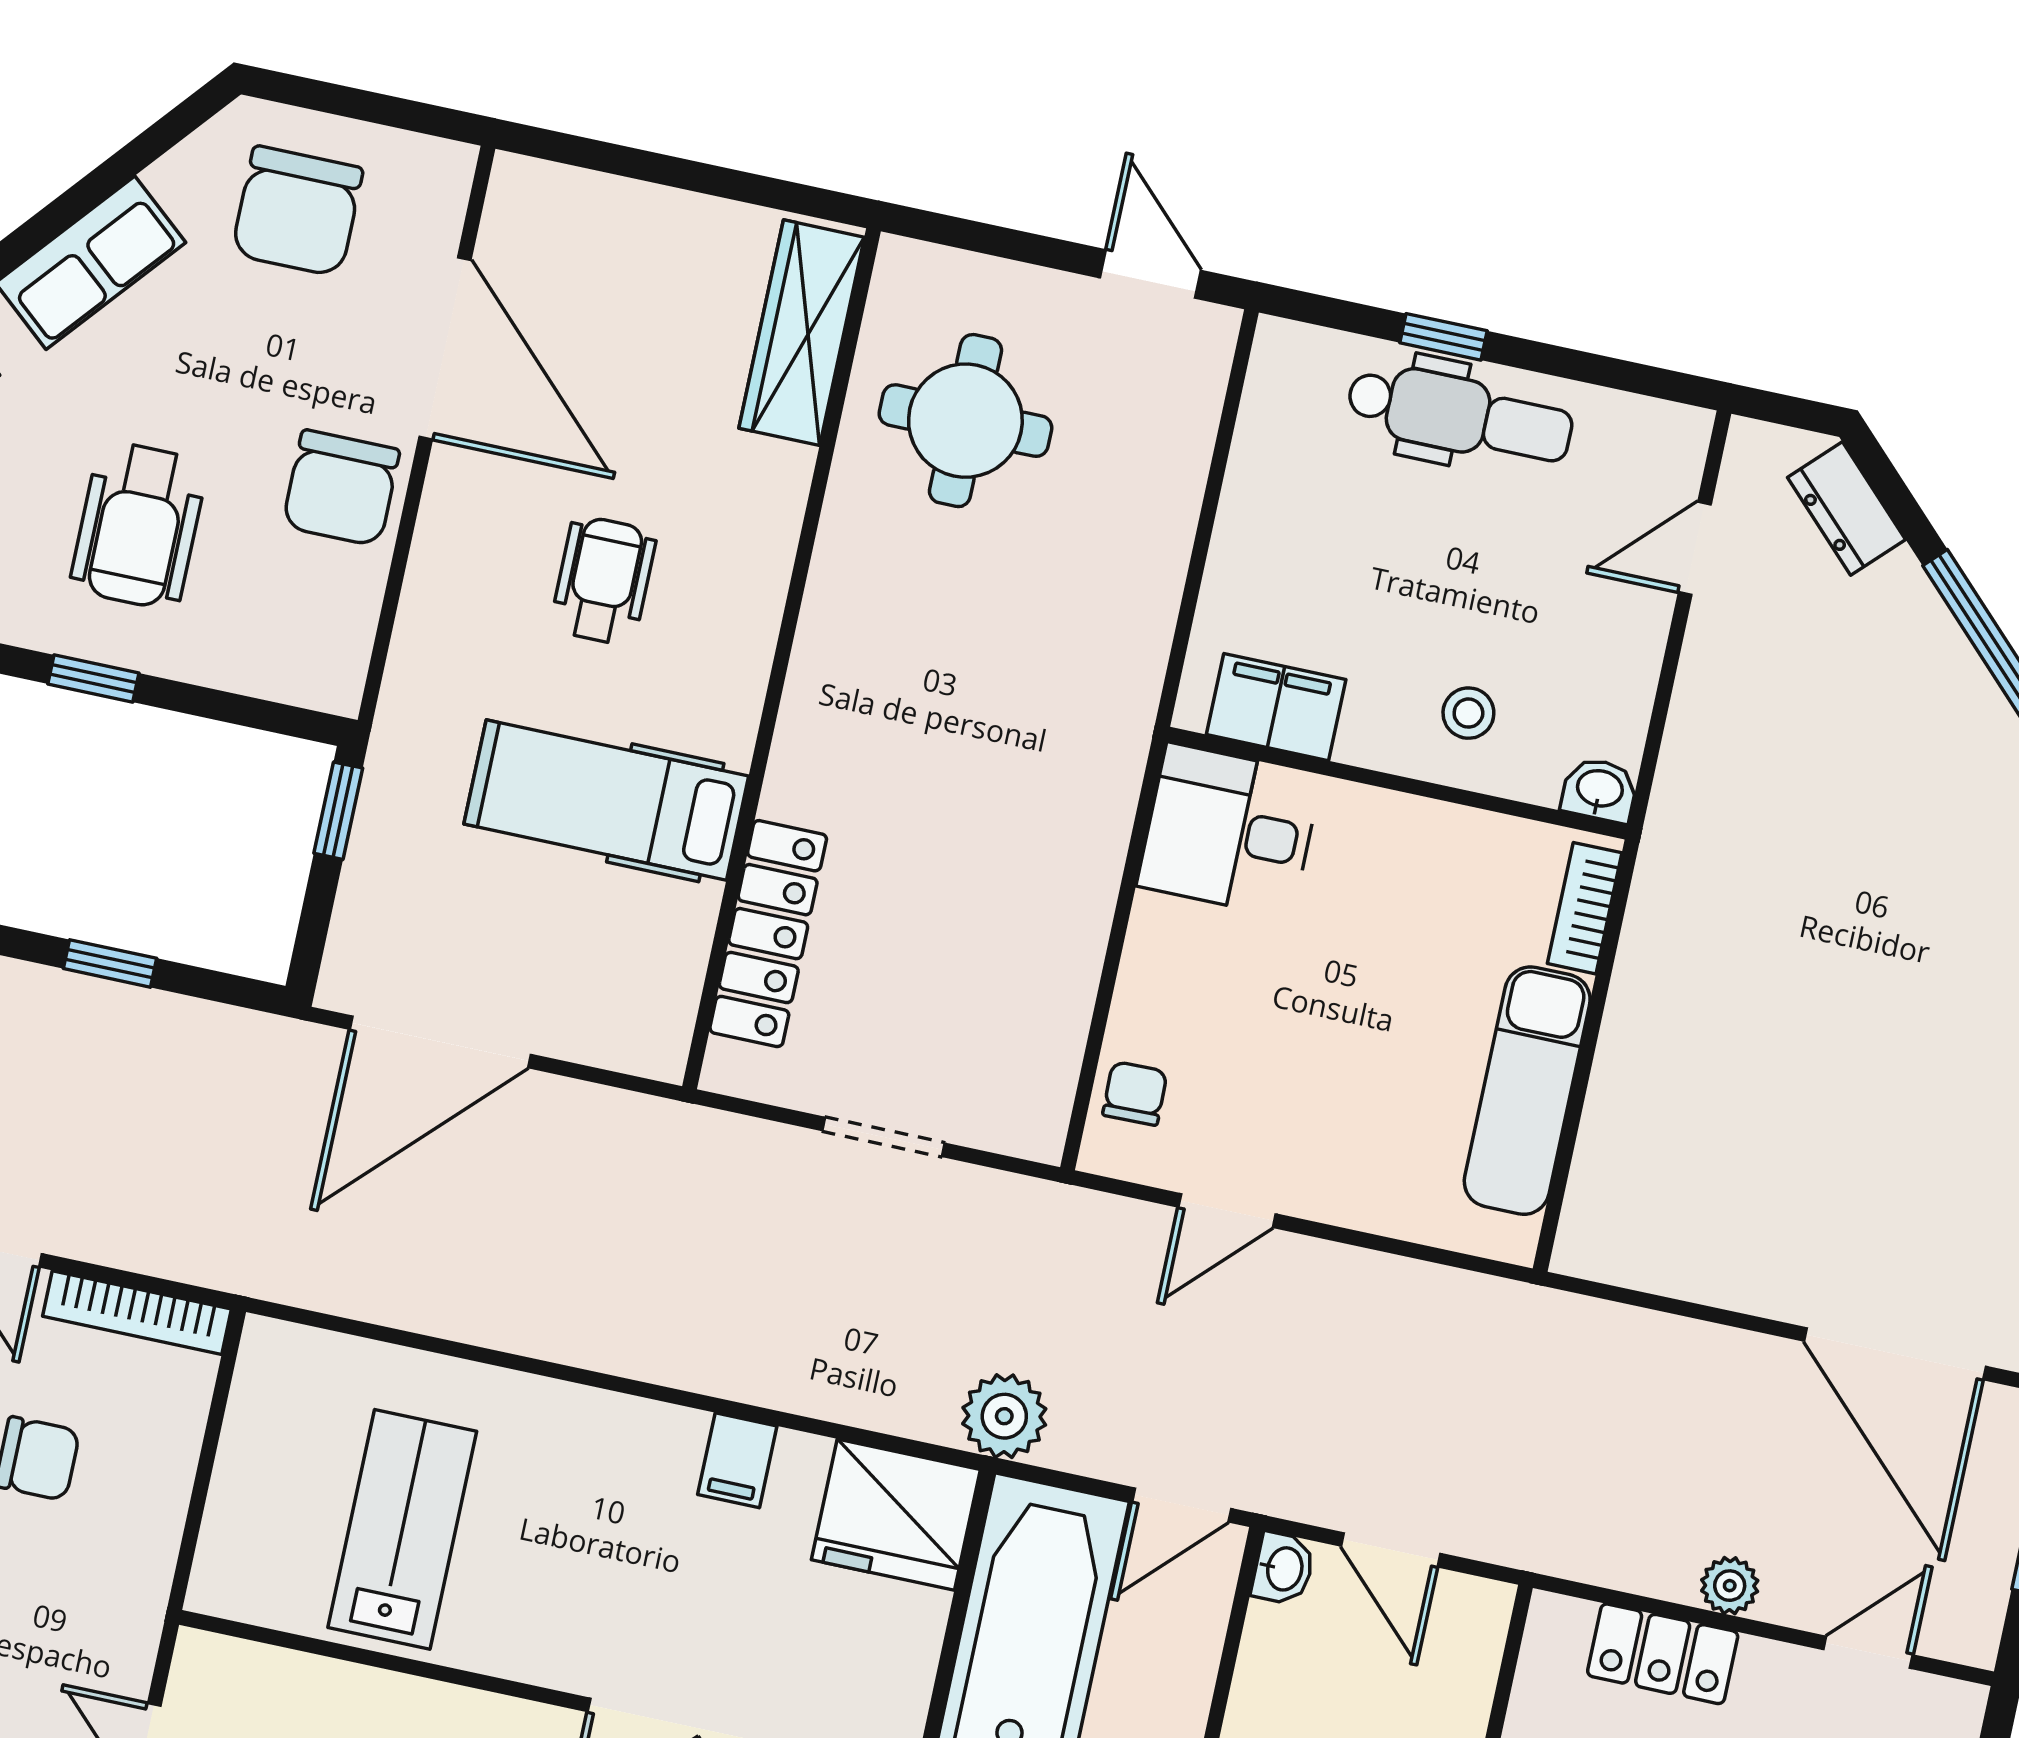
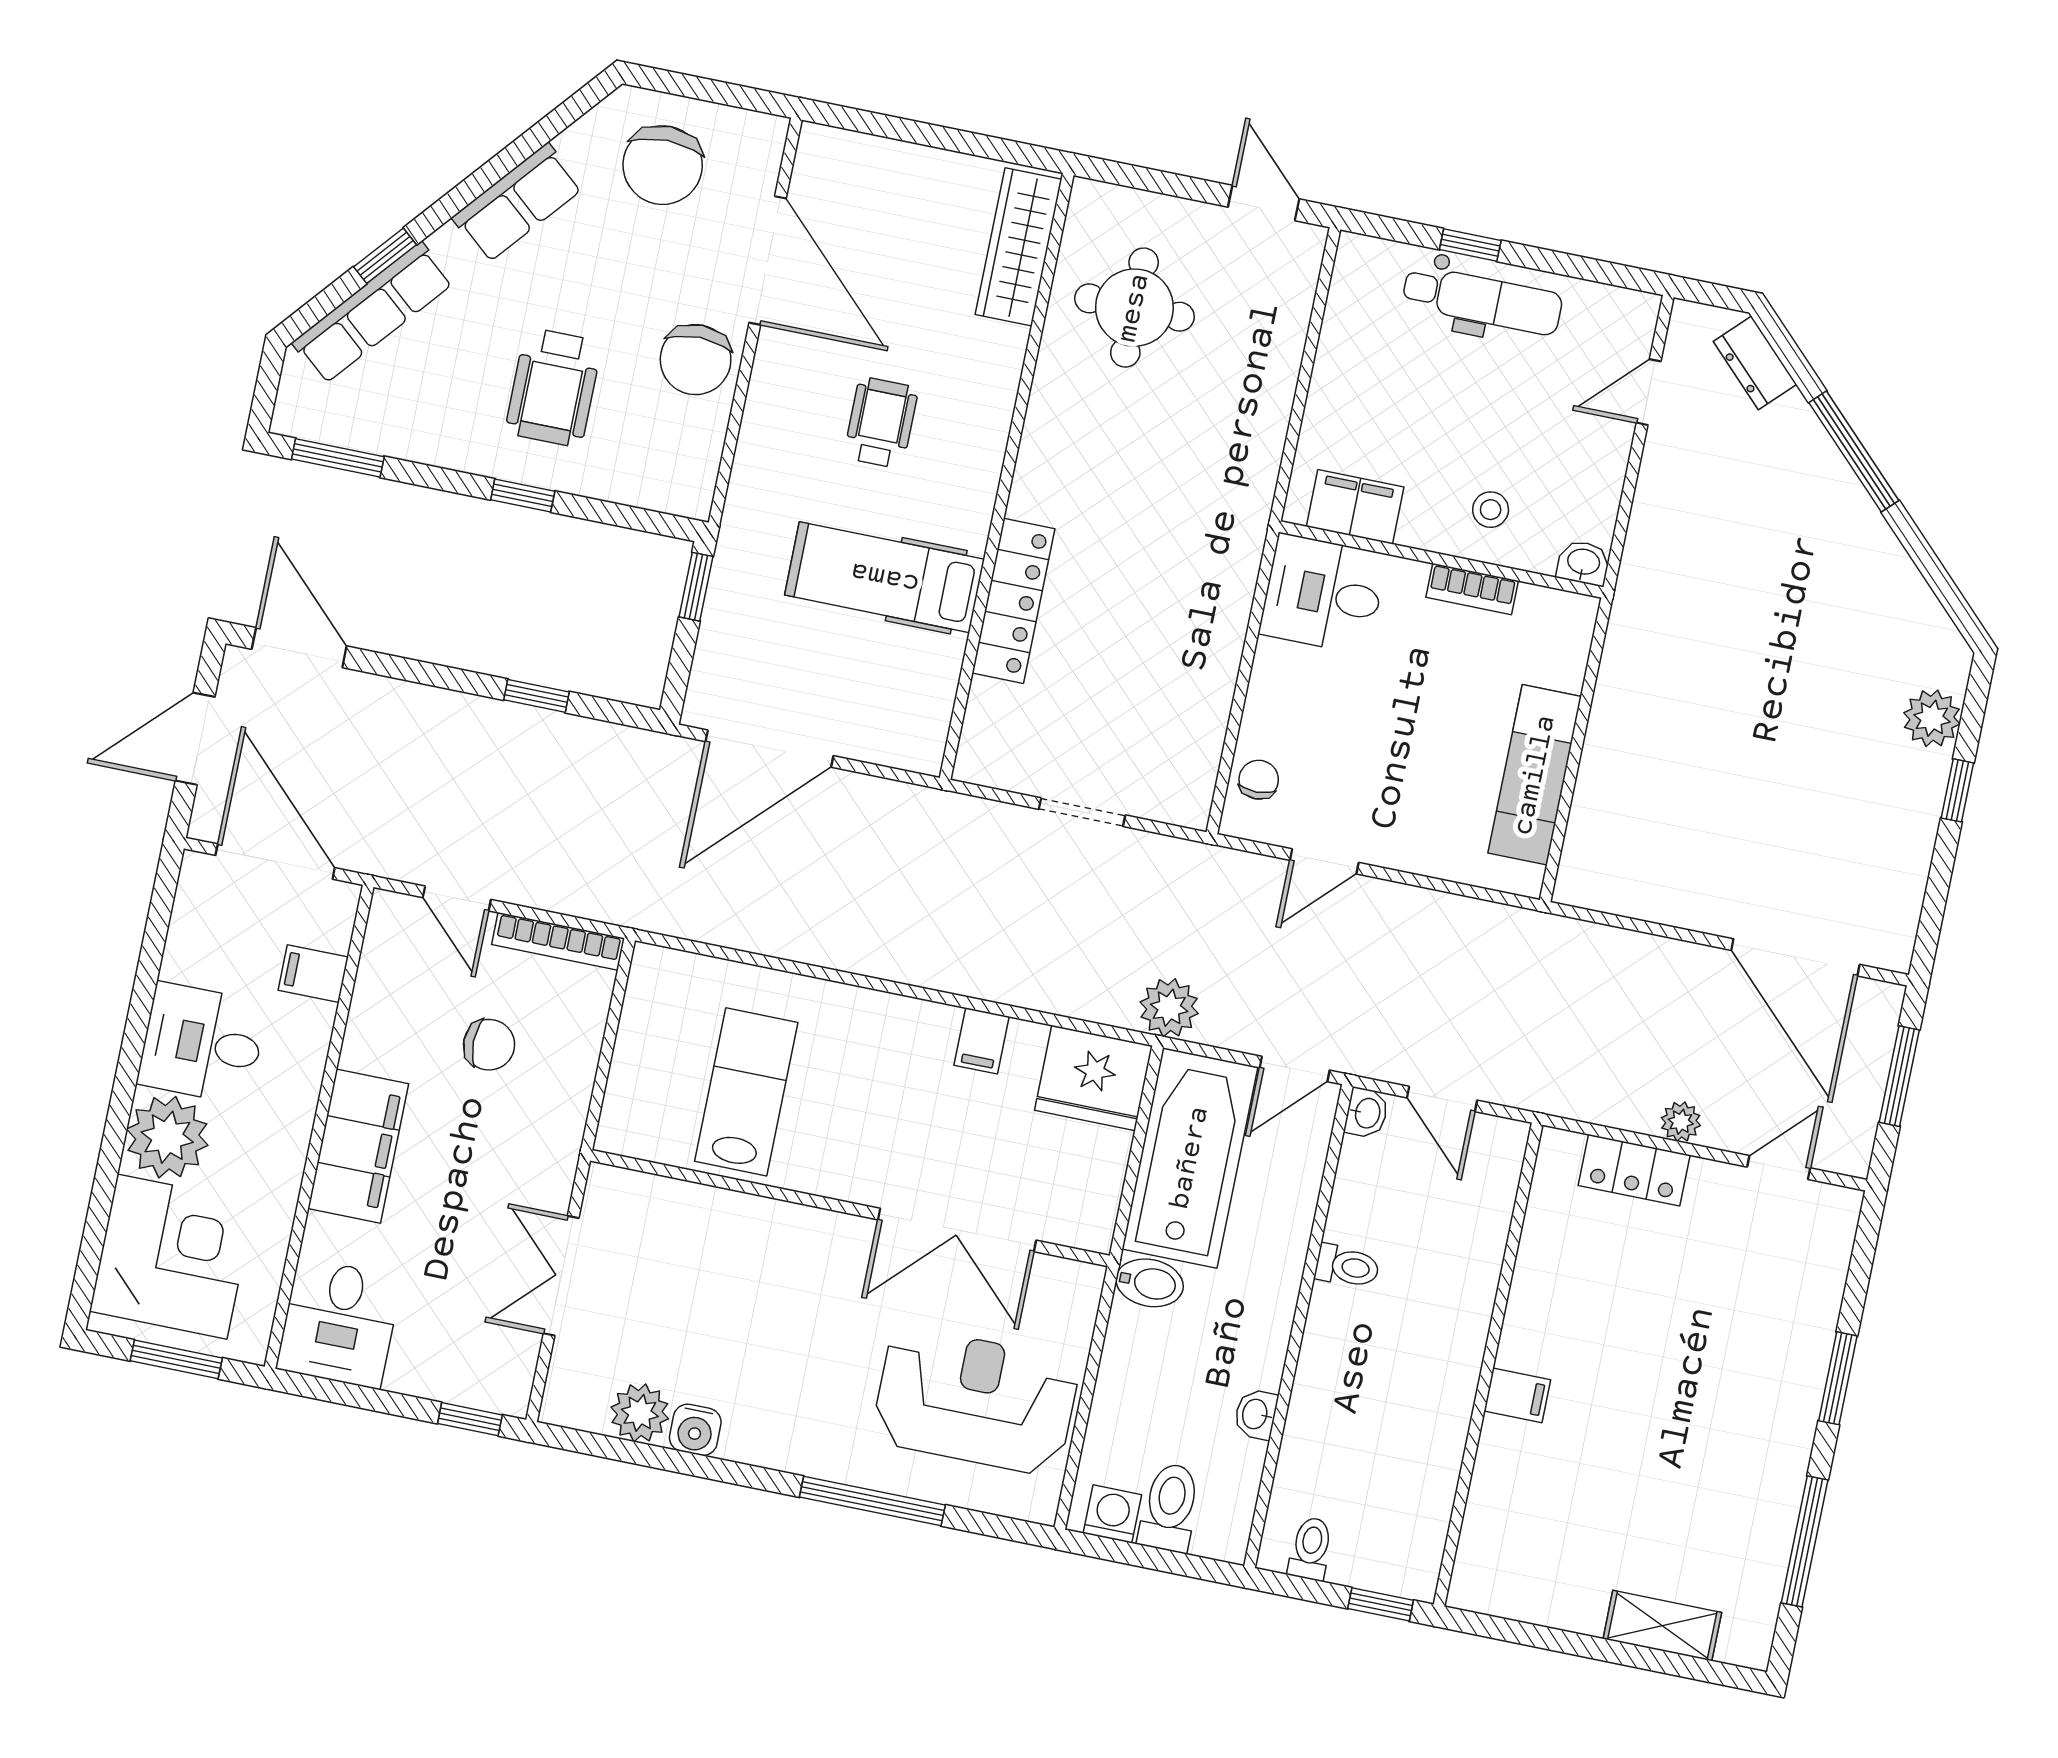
bookcase: (1585, 908) -> (1472, 589), moved, turned -90
locker: (768, 934) -> (1013, 601), moved

